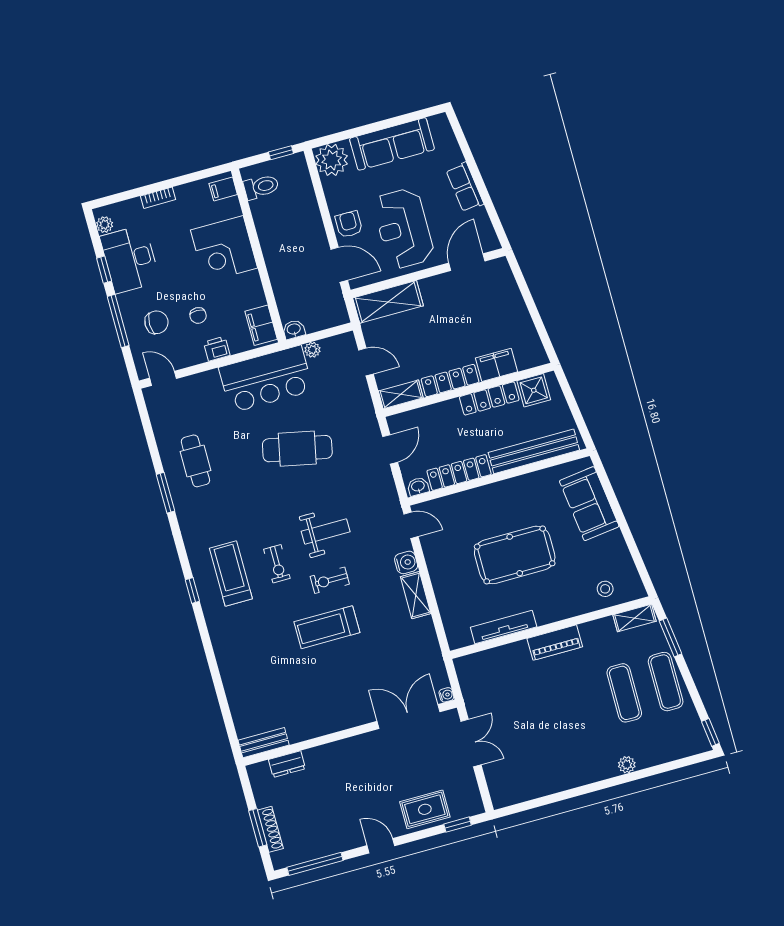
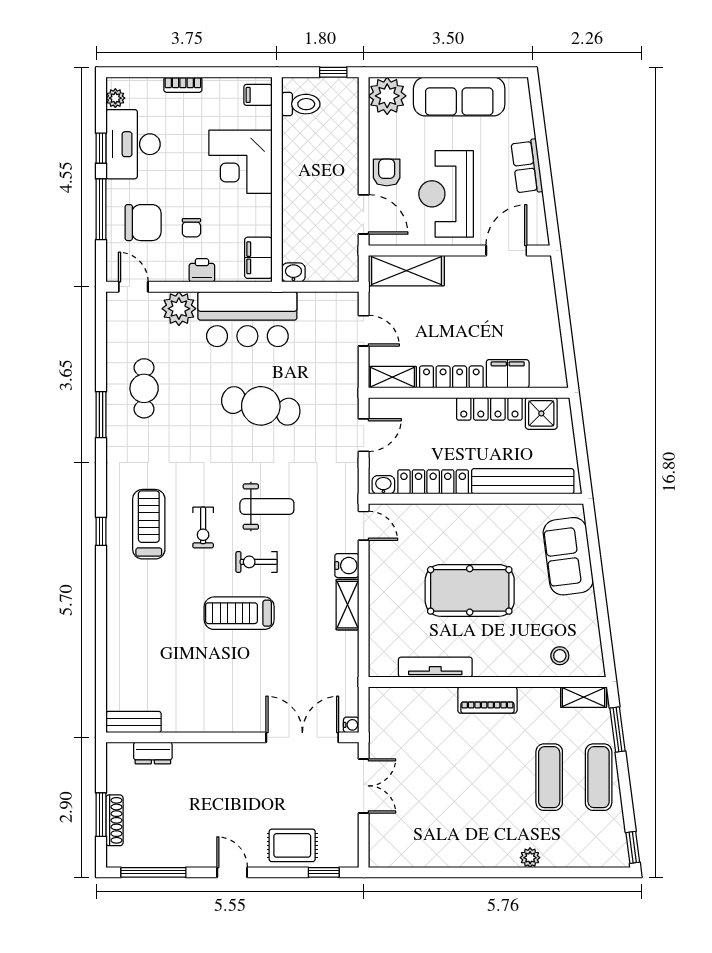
chair: (157, 322) -> (143, 223), width x1.37, depth x1.37
plant: (312, 350) -> (179, 309), moved, width x1.88, depth x1.88

